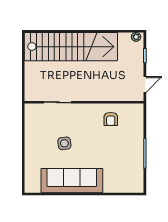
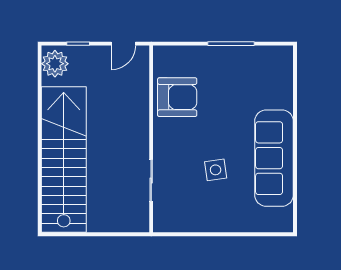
plant: (136, 37) -> (55, 64), width x1.88, depth x1.88
door: (145, 85) -> (123, 44), swing flipped
armchair: (111, 119) -> (177, 97), width x1.88, depth x1.88

